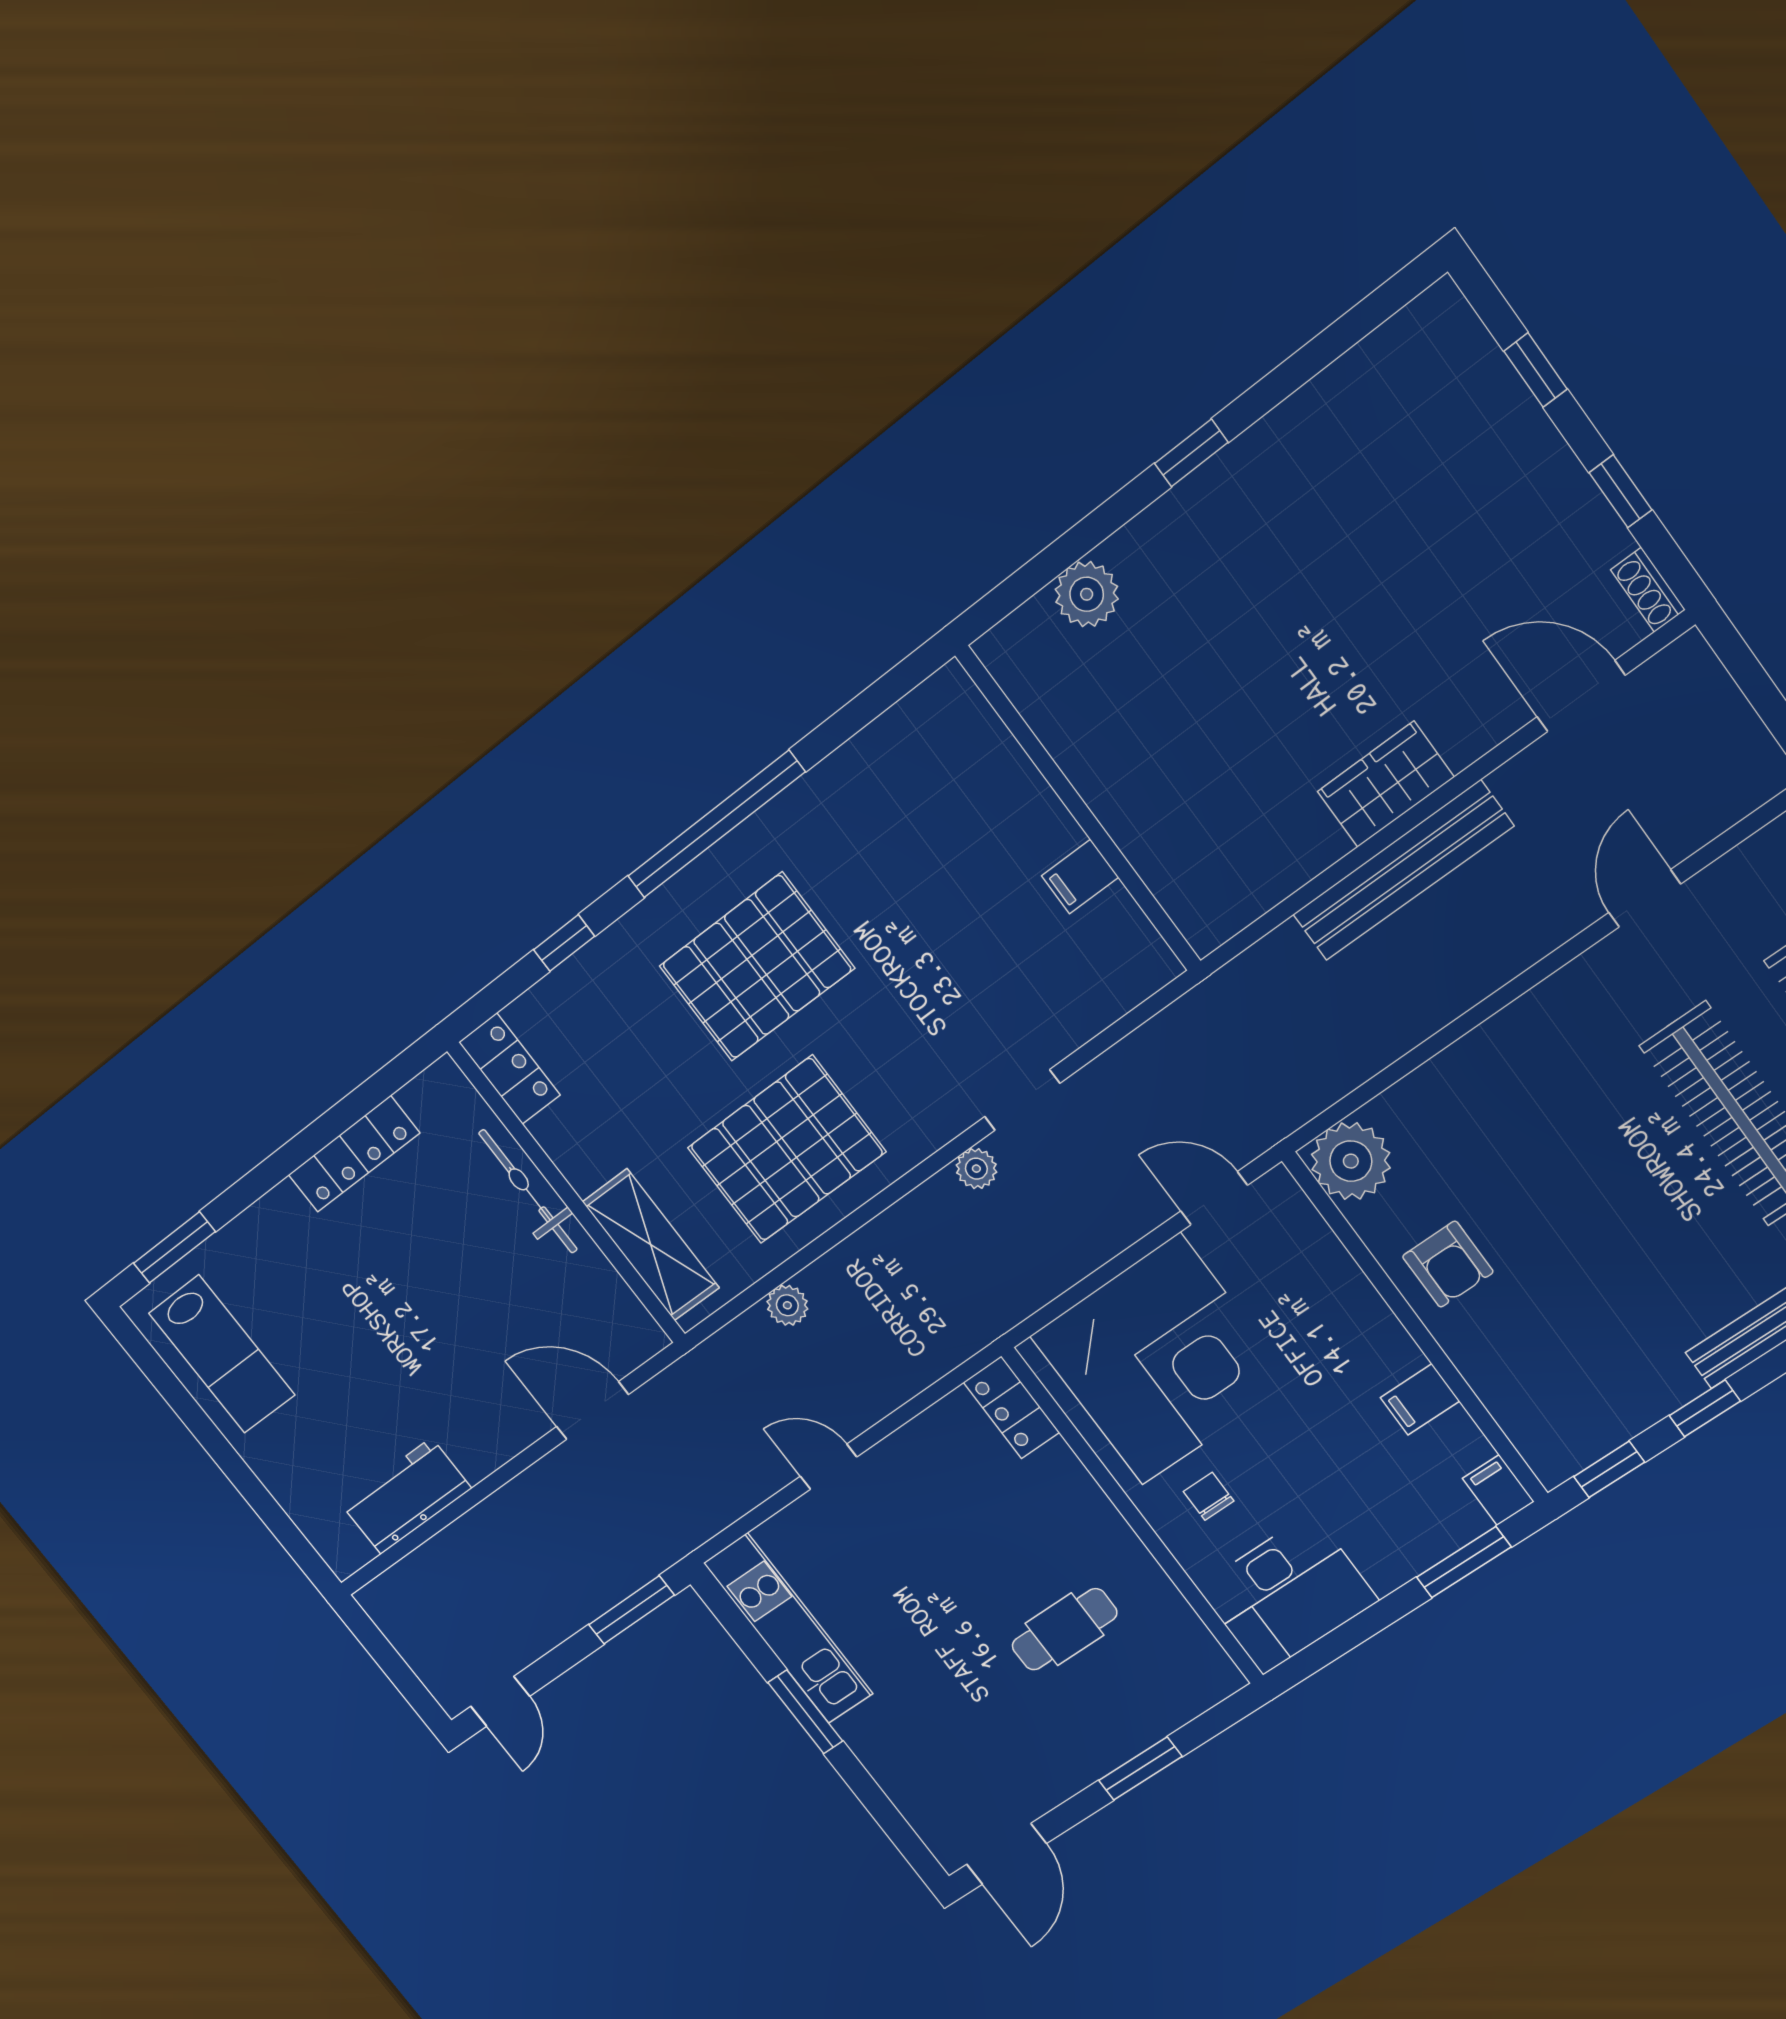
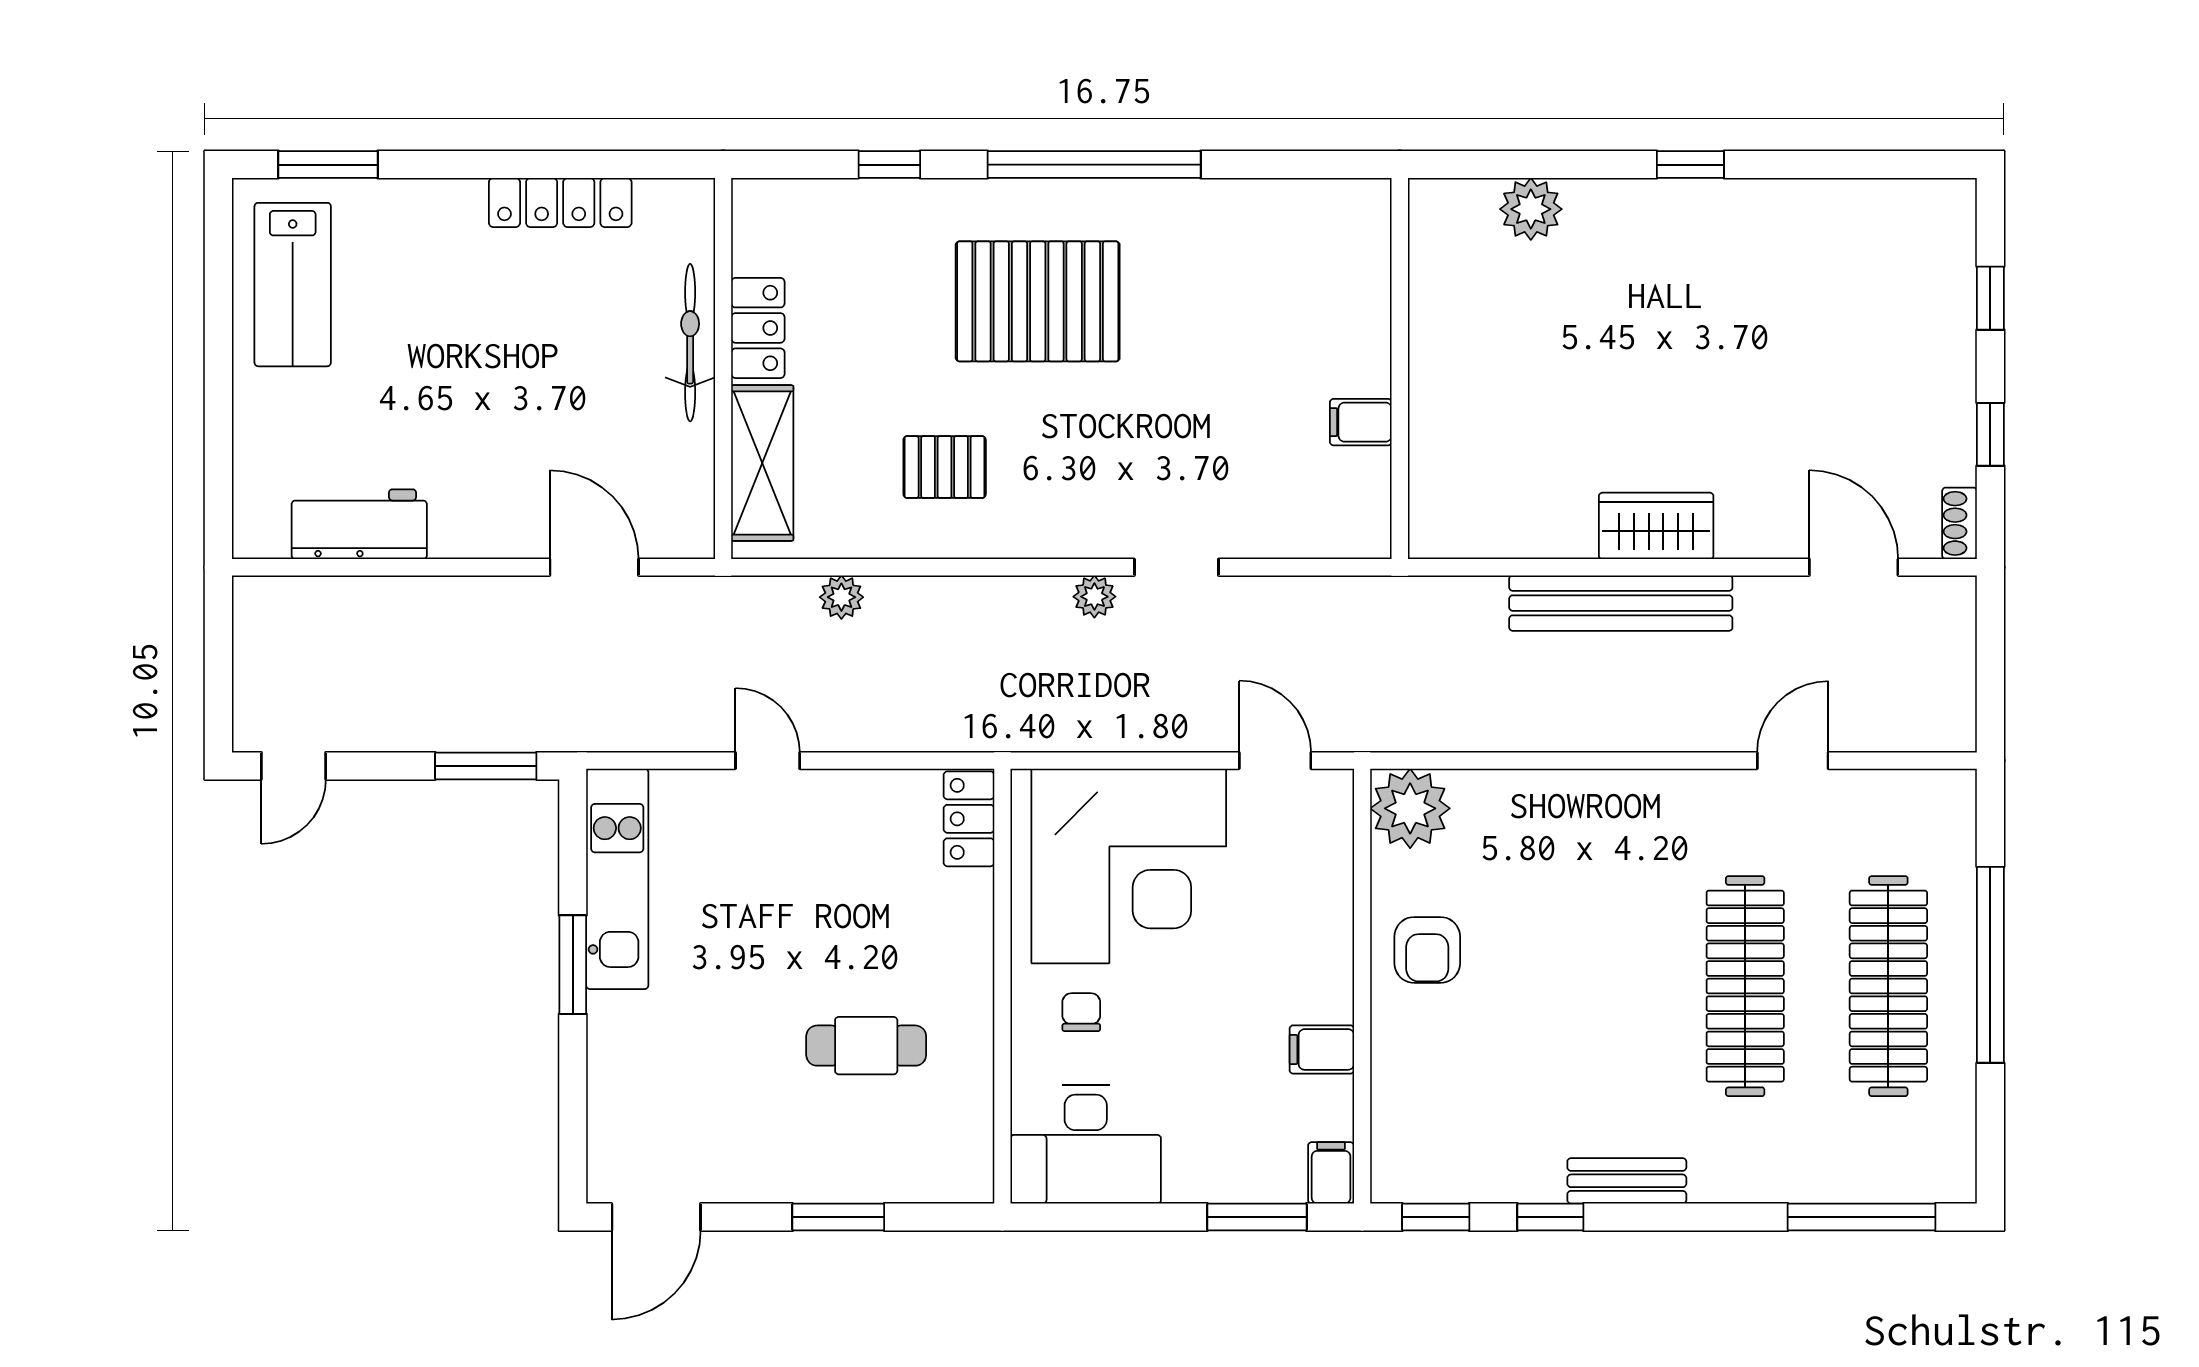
locker: (509, 1068) -> (758, 328), moved
pallet: (786, 1150) -> (945, 467), width x0.49, depth x0.50

